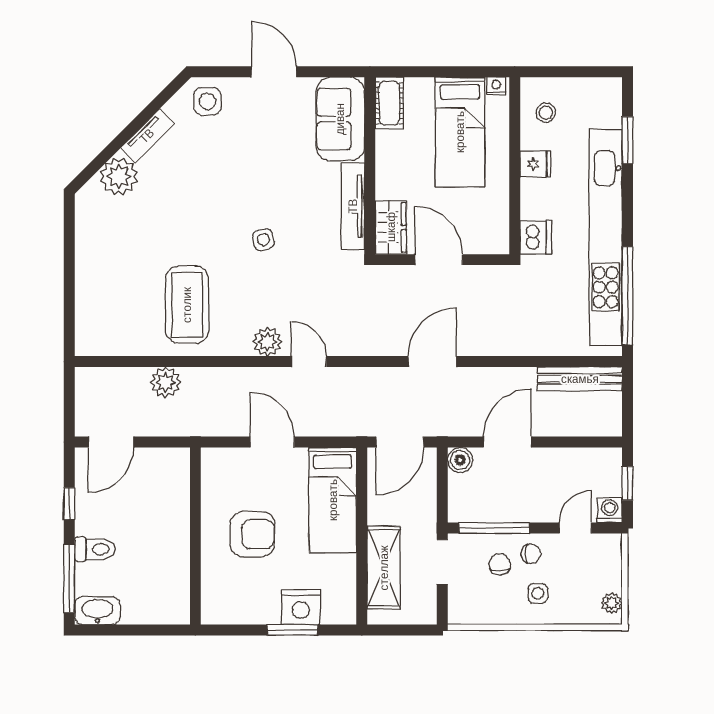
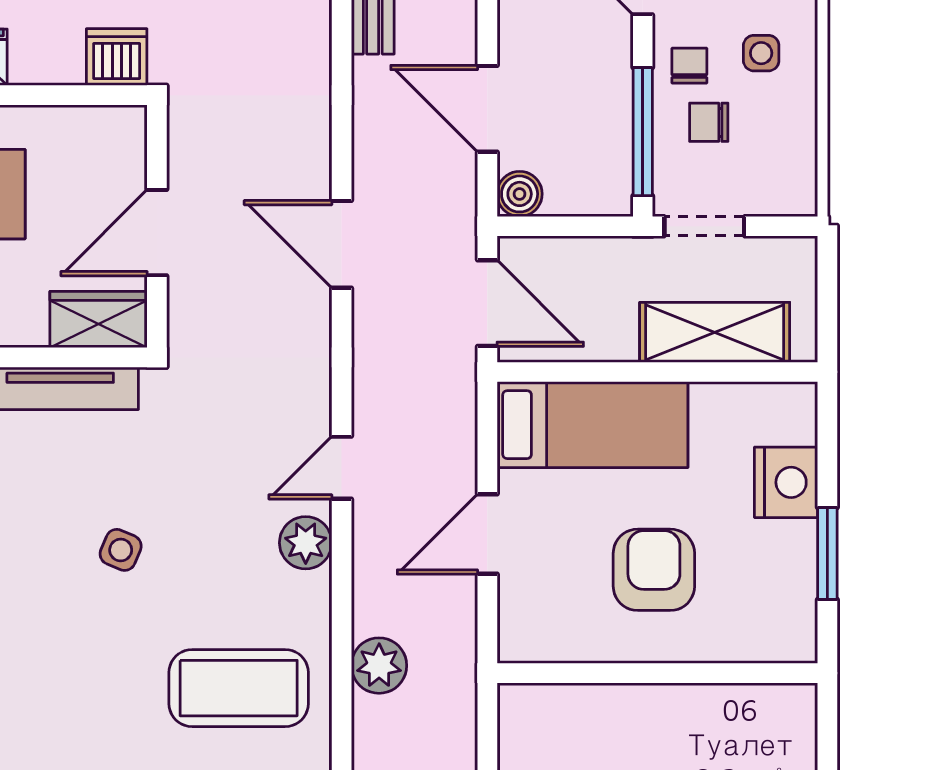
side table: (263, 240) -> (121, 550), turned 34
plant: (166, 382) -> (379, 666), moved
window: (293, 630) -> (827, 554), moved

